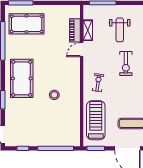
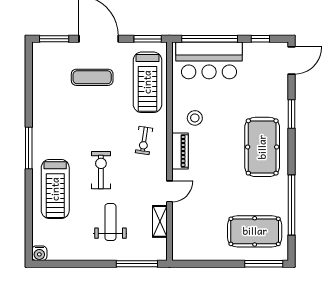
piano: (75, 30) -> (180, 151), moved
stool: (54, 95) -> (195, 118), moved
bar counter: (56, 134) -> (209, 60), added

